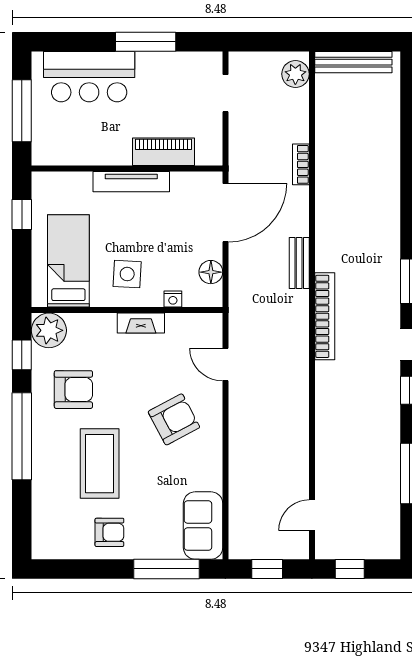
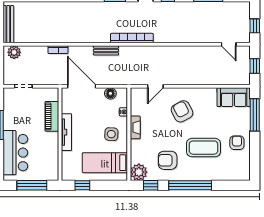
armchair: (73, 390) -> (168, 160), turned -90

